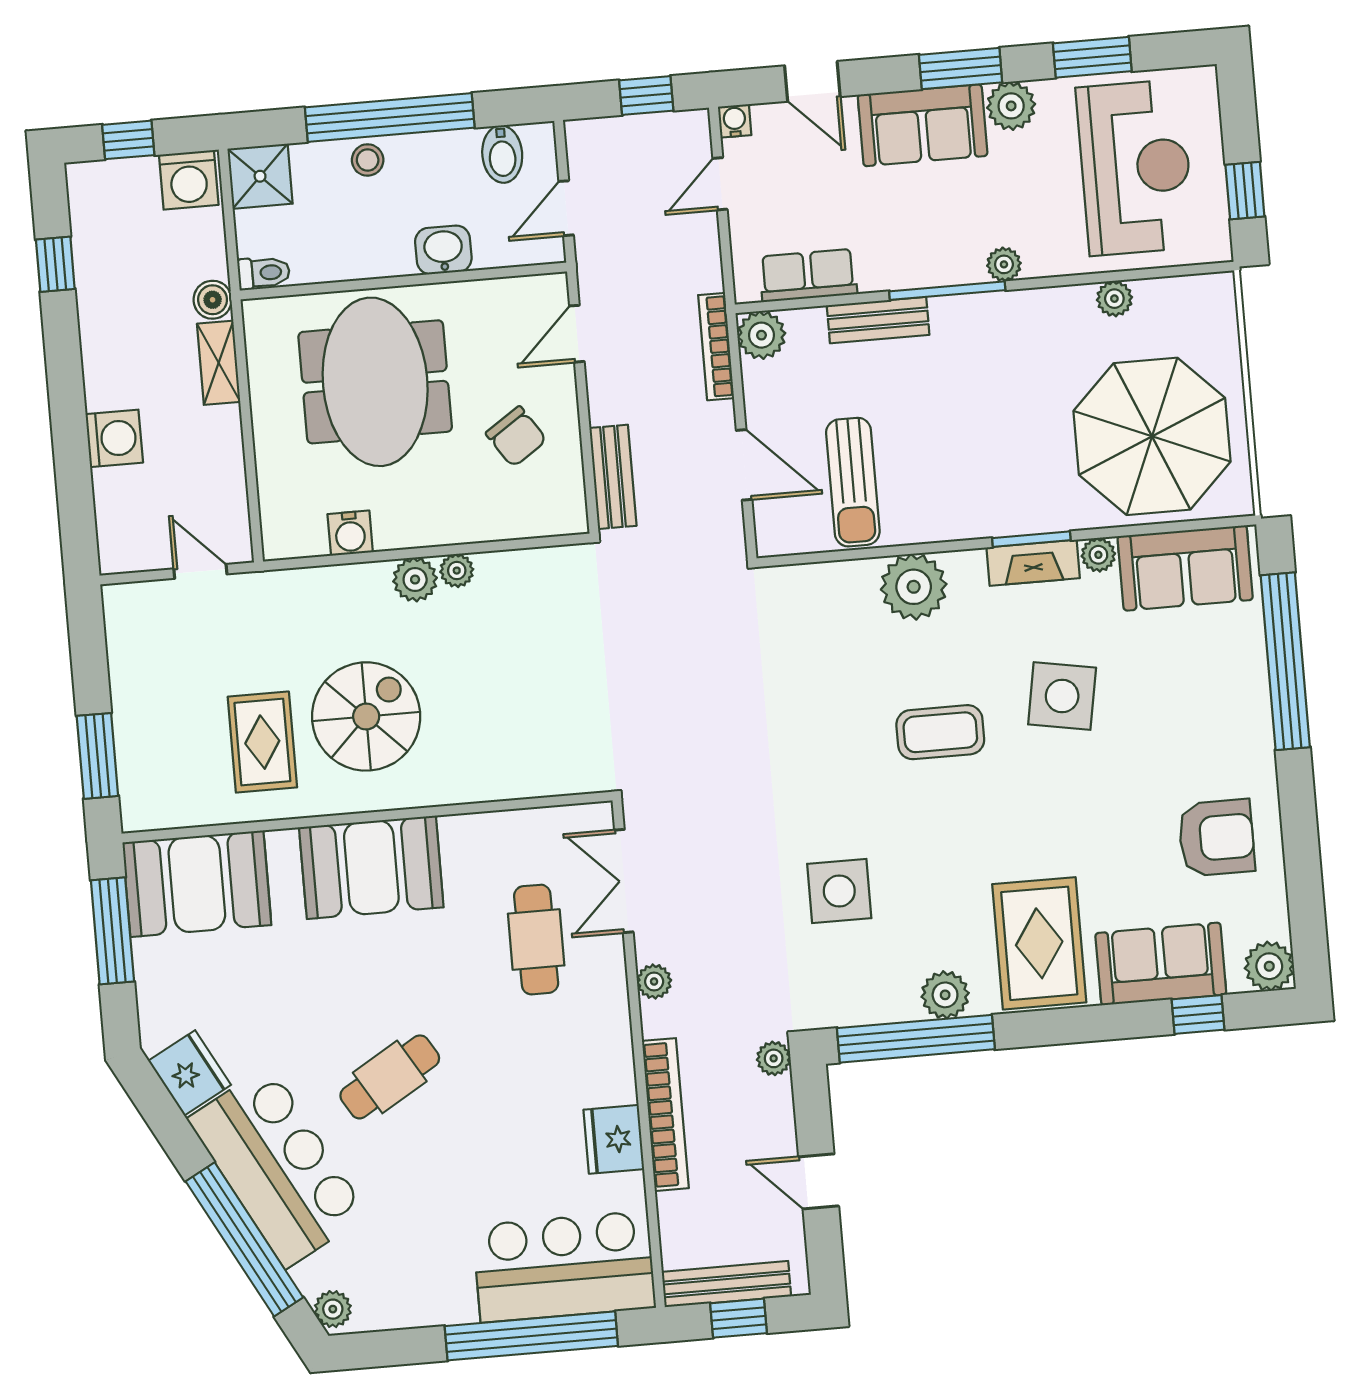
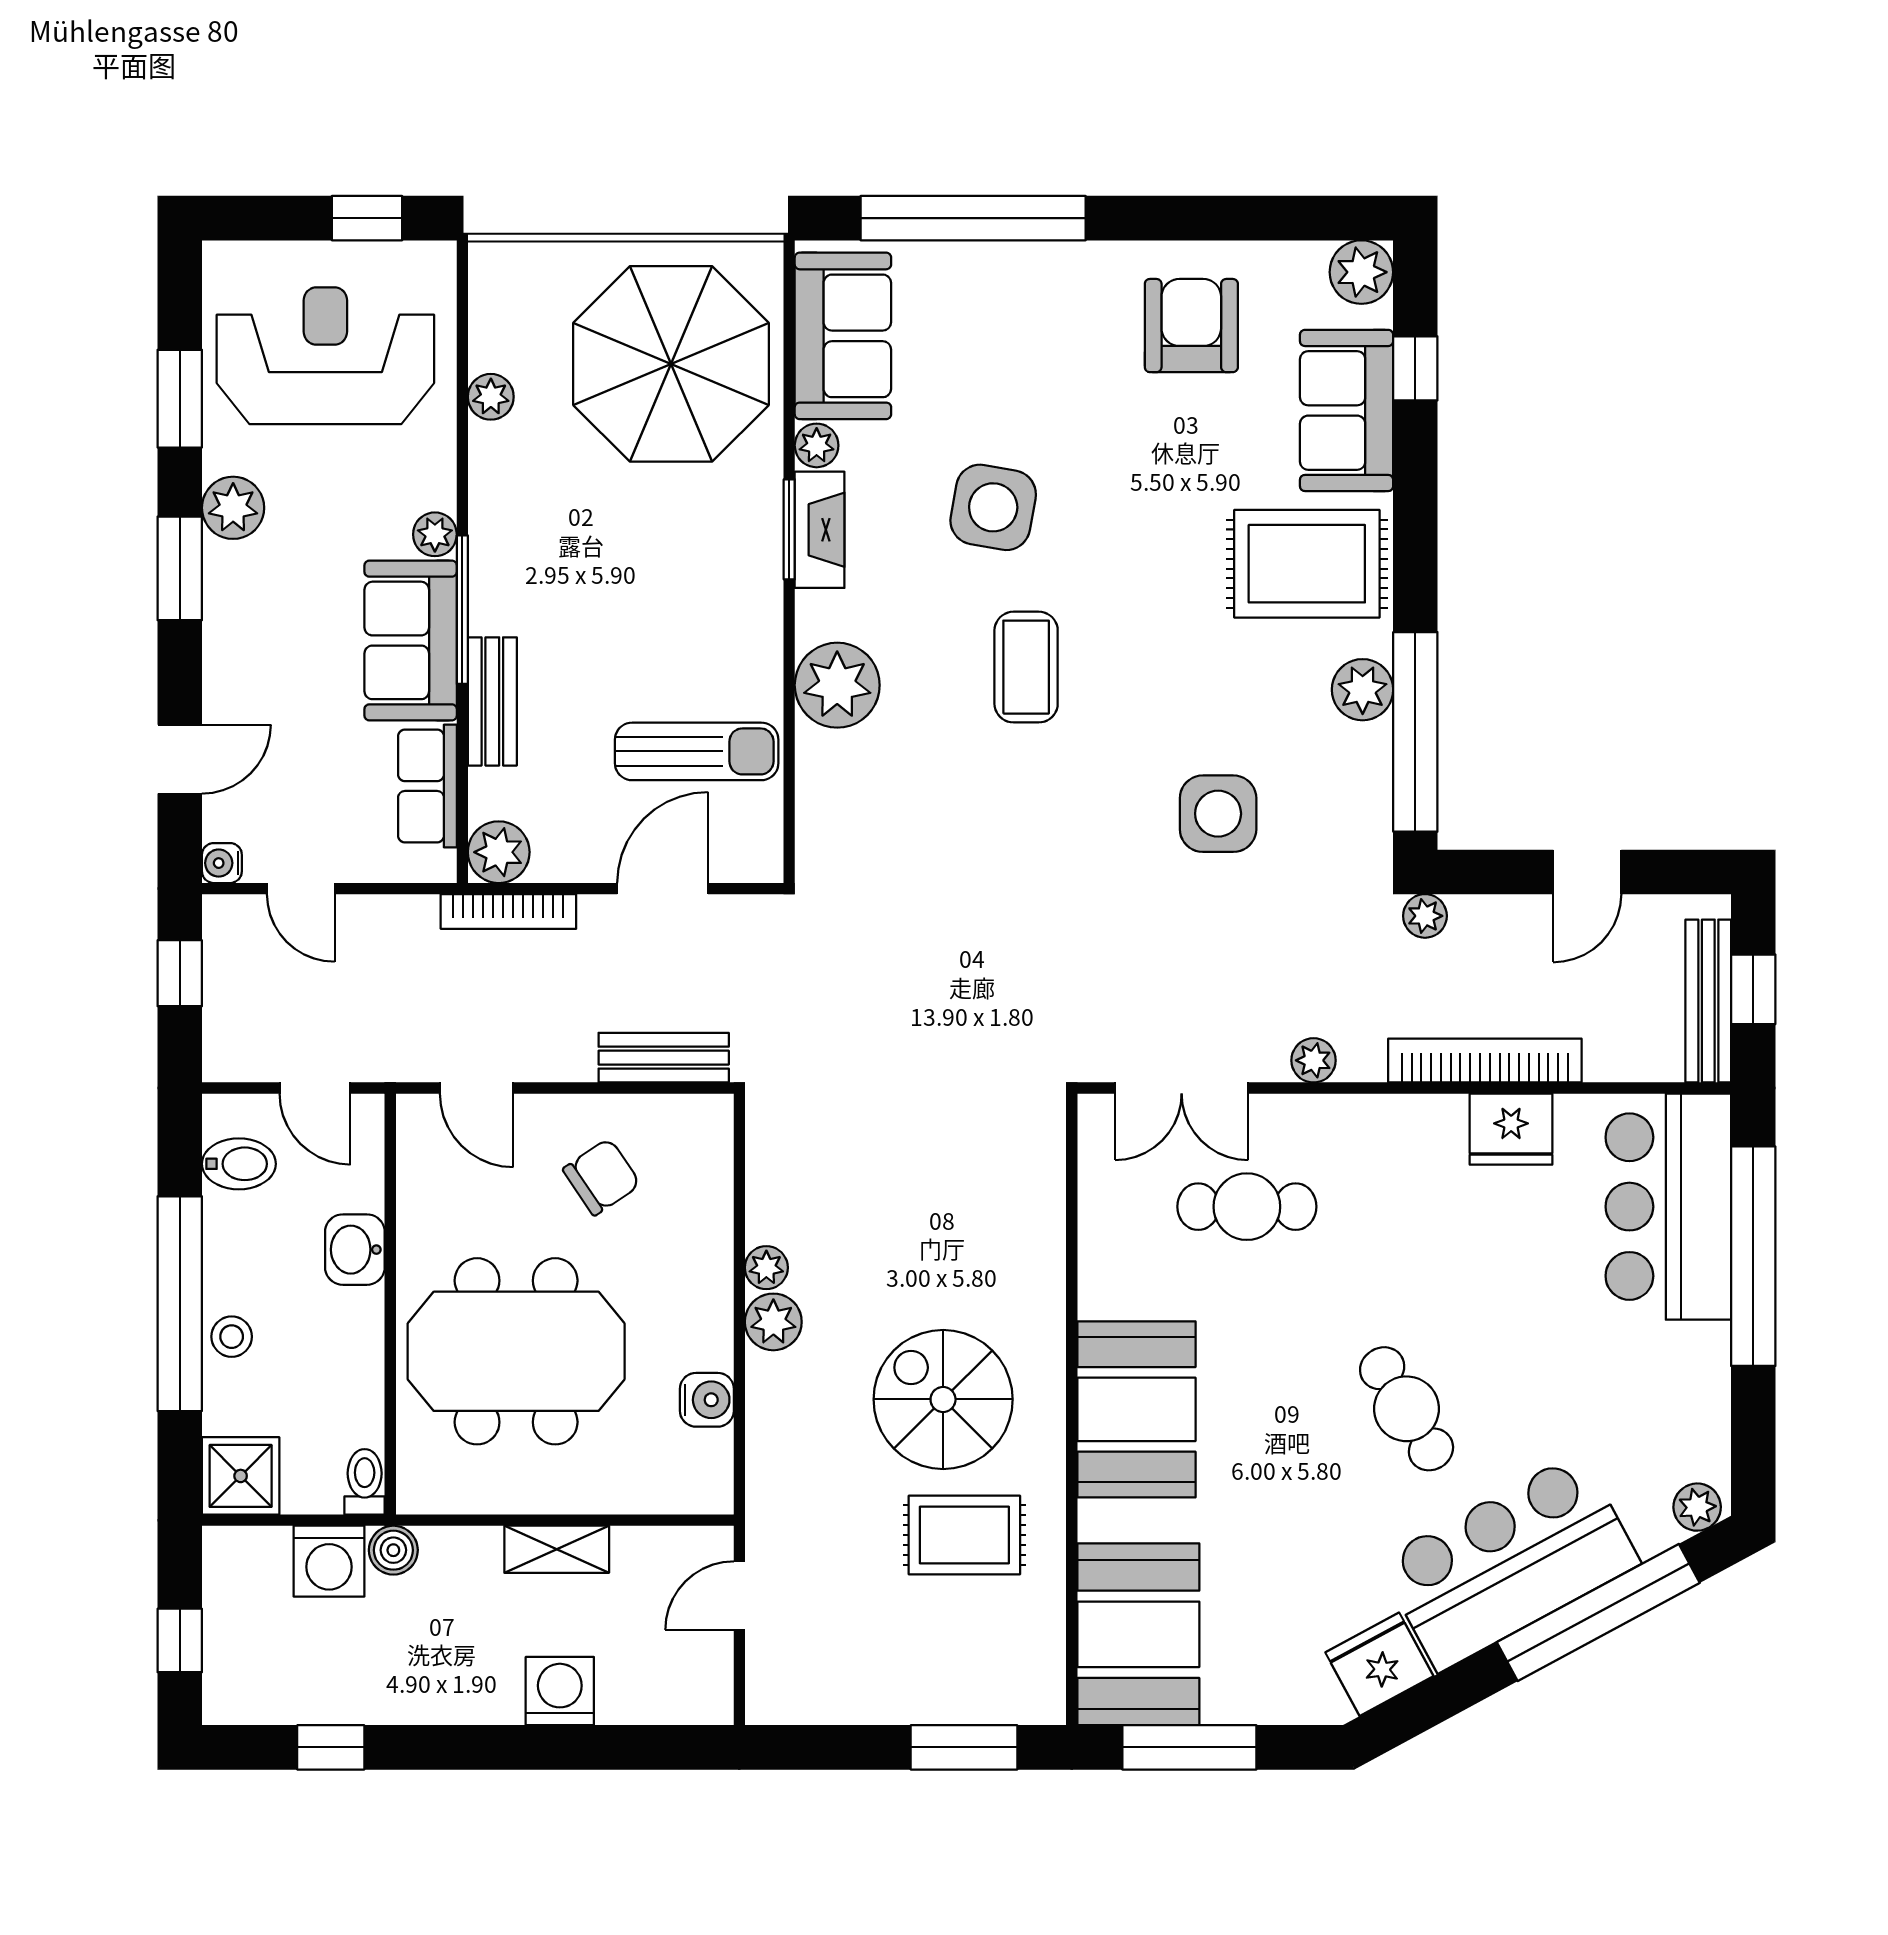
sofa: (923, 125) -> (411, 640), moved, turned 180
washing machine: (189, 180) -> (329, 1561), moved, turned 90
shelving: (219, 363) -> (557, 1549), moved

